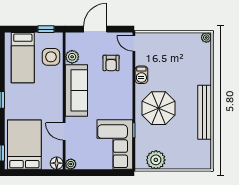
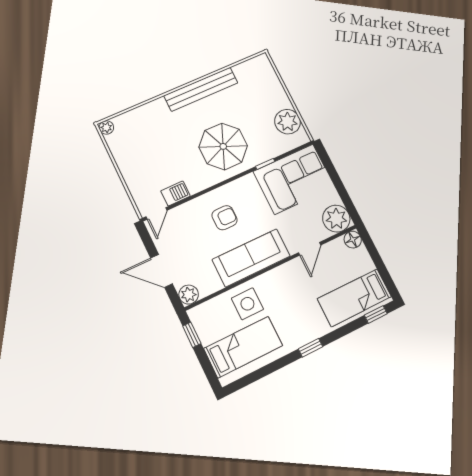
side table: (51, 57) -> (247, 304), moved
plant: (72, 57) -> (189, 295), moved
armchair: (111, 63) -> (225, 218), moved
barbecue: (141, 75) -> (175, 193), moved
bed: (24, 145) -> (354, 298), width x0.67
plant: (71, 164) -> (336, 219), width x1.87, depth x1.87

